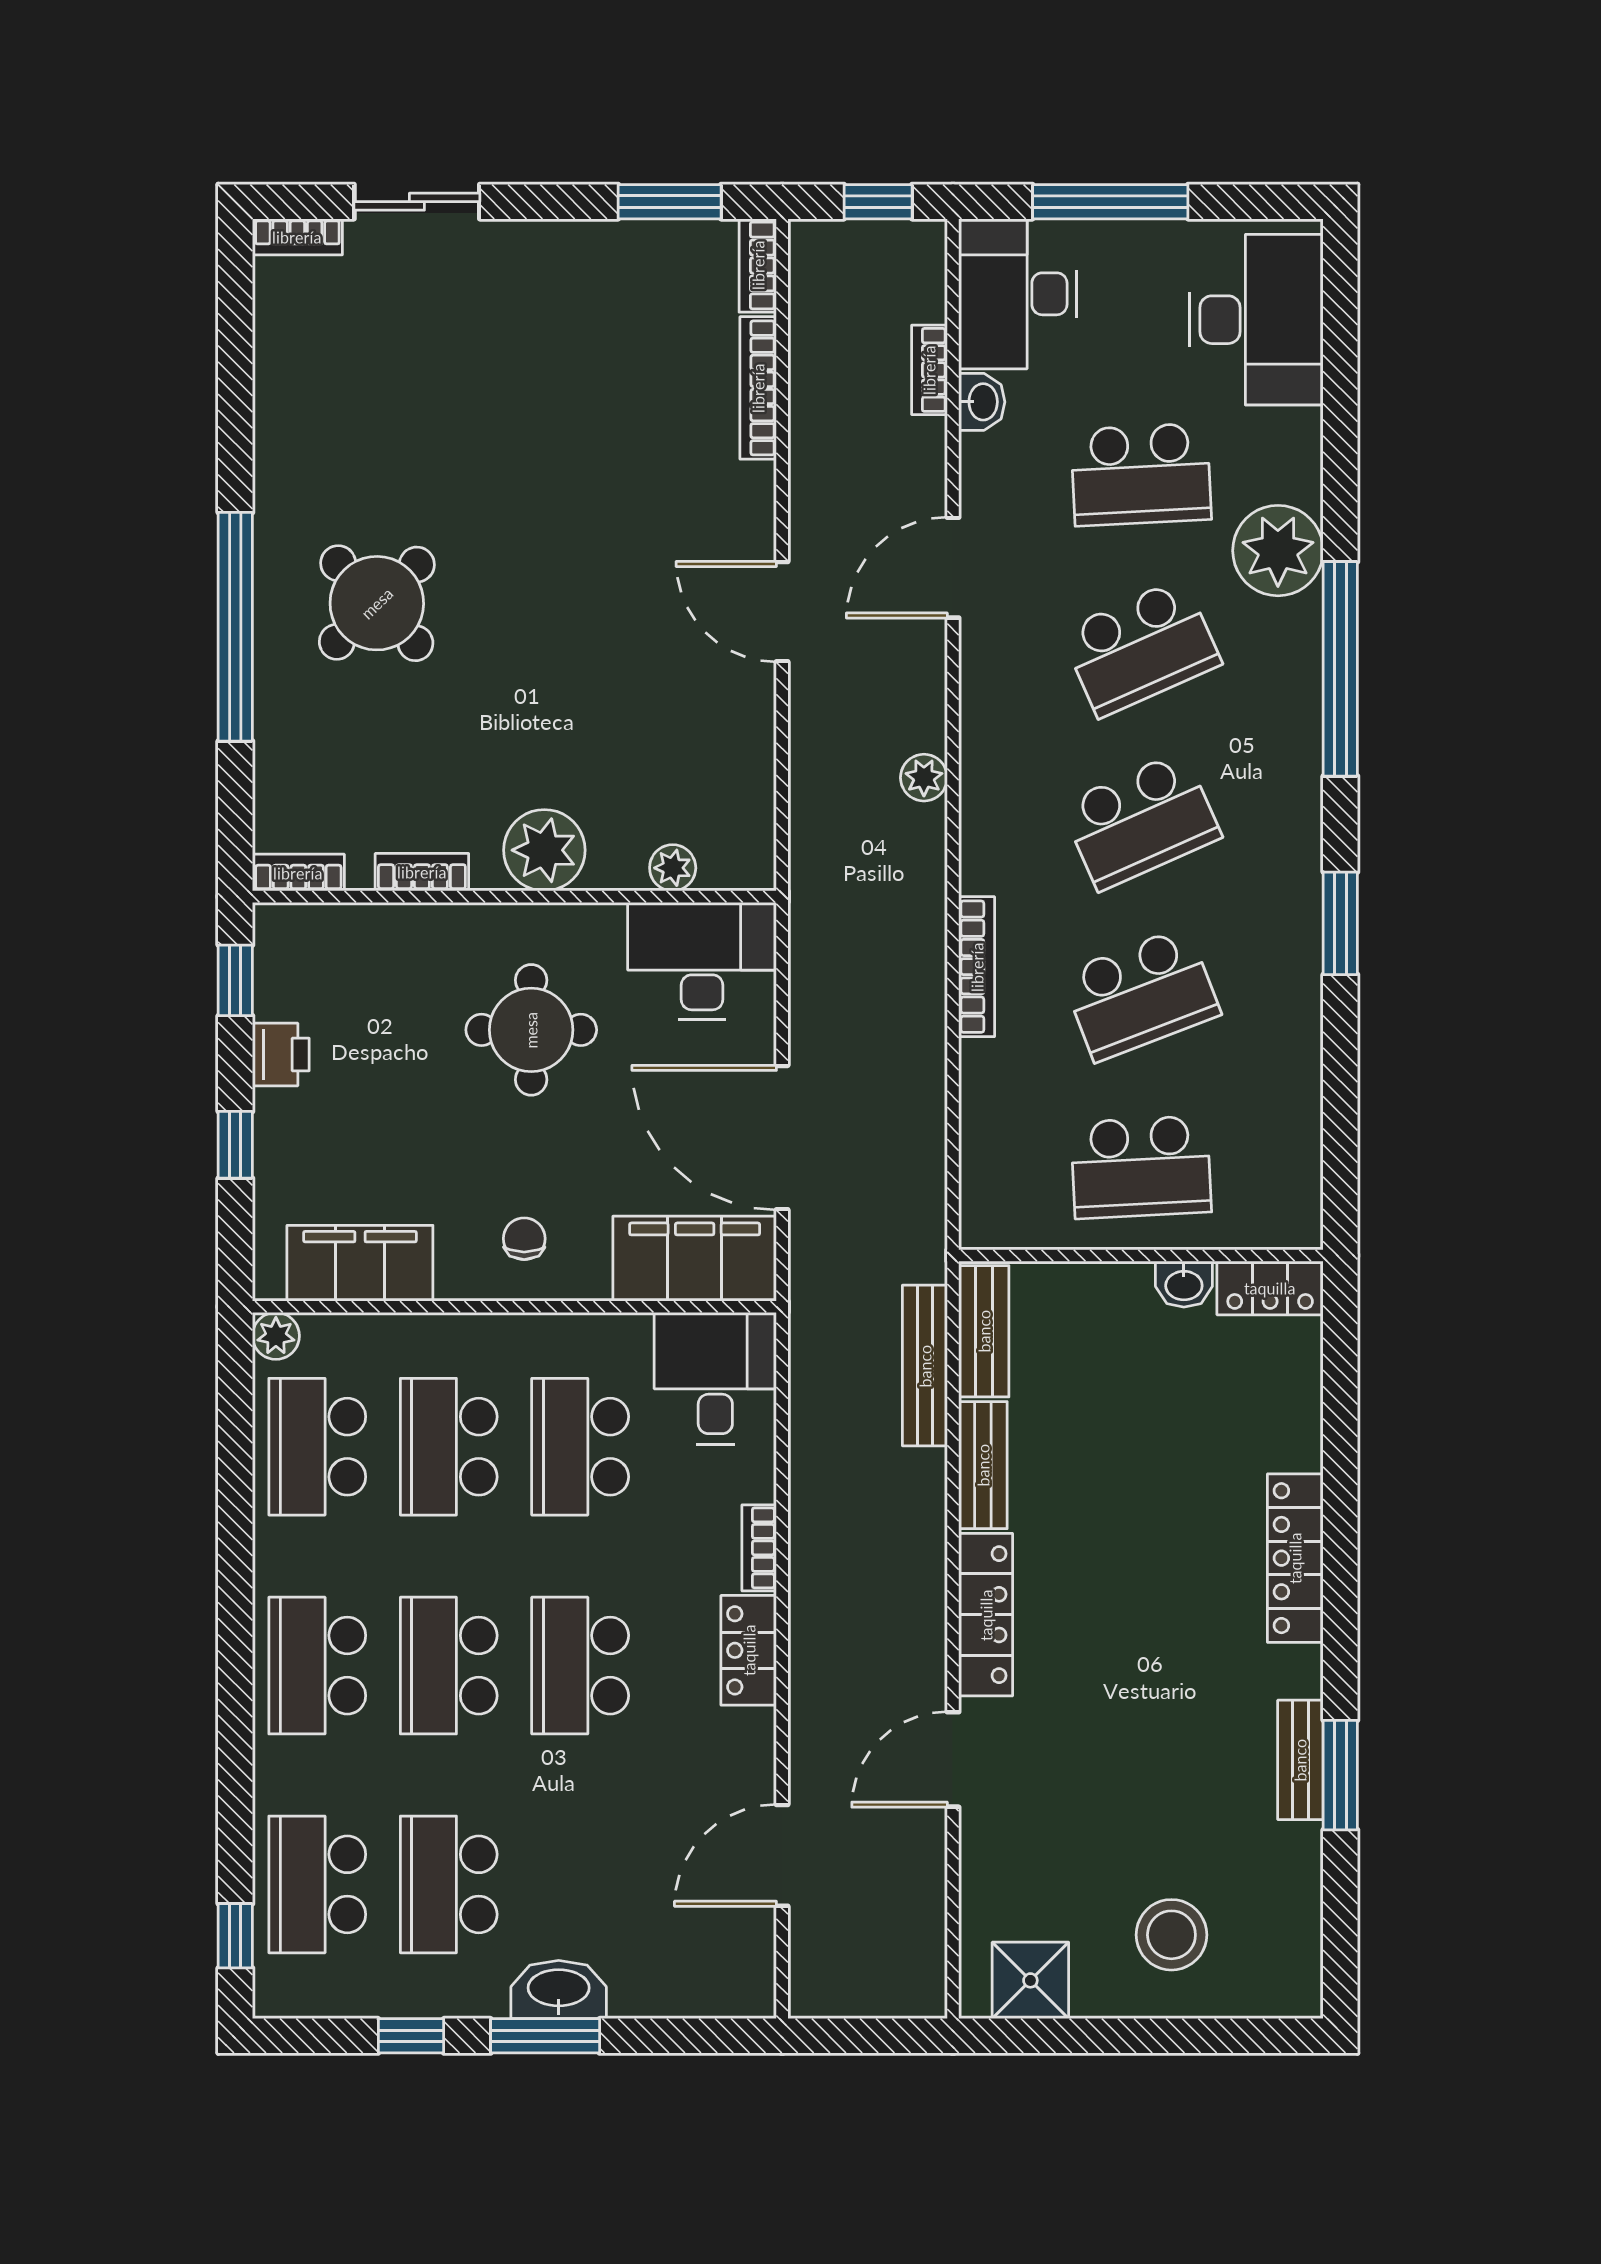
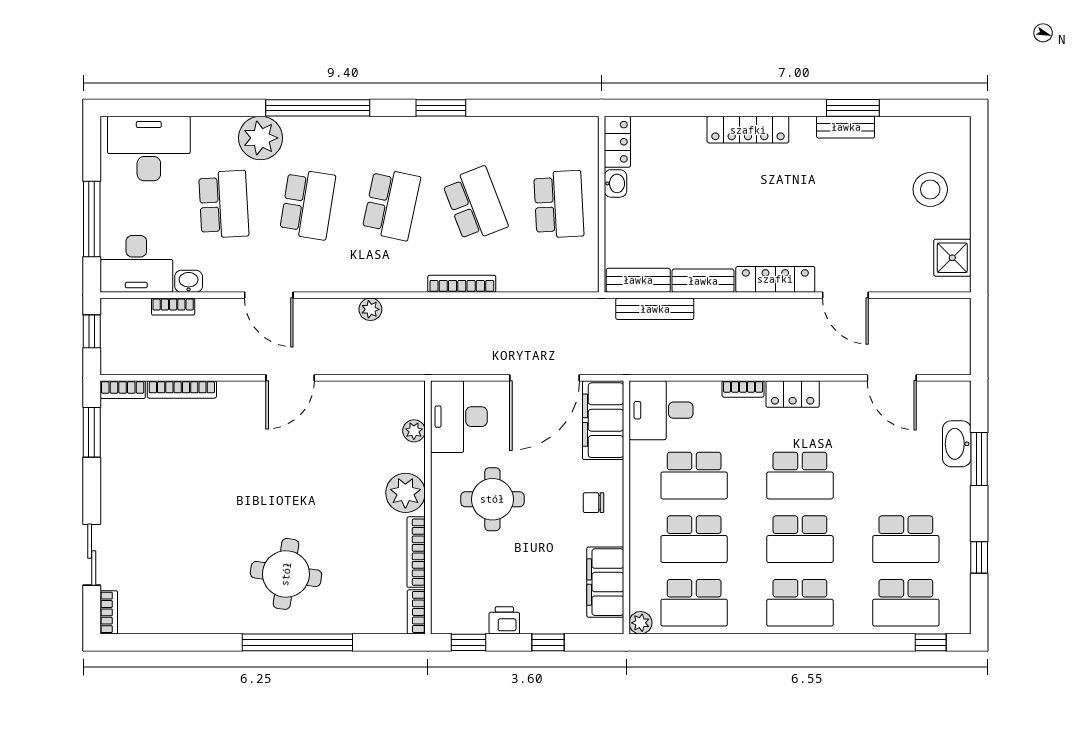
round table: (377, 603) -> (286, 574), turned -38
school desk: (1141, 648) -> (308, 204), turned 33
school desk: (1141, 821) -> (391, 204), turned 36
bookcase: (422, 872) -> (416, 552), width x1.56
washbasin: (559, 1990) -> (957, 444), moved
window: (545, 2036) -> (979, 459), moved

